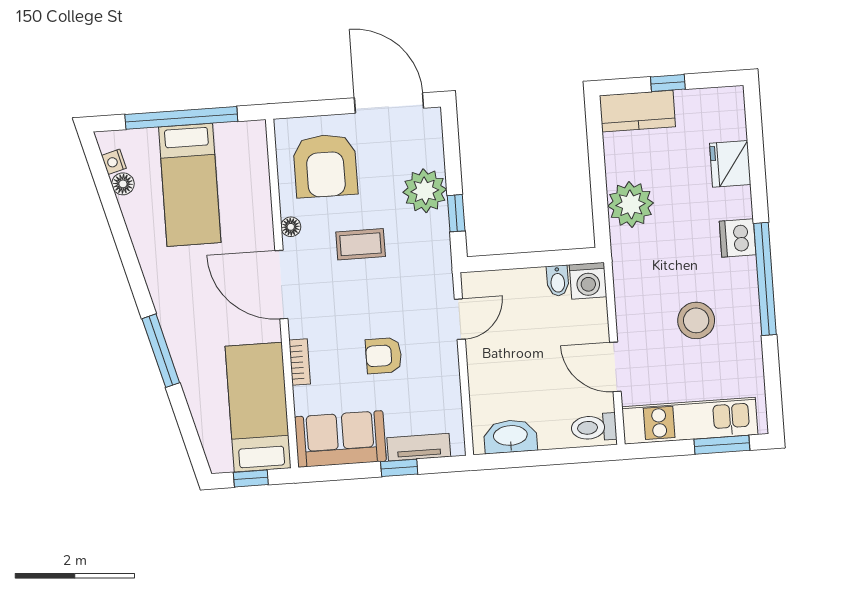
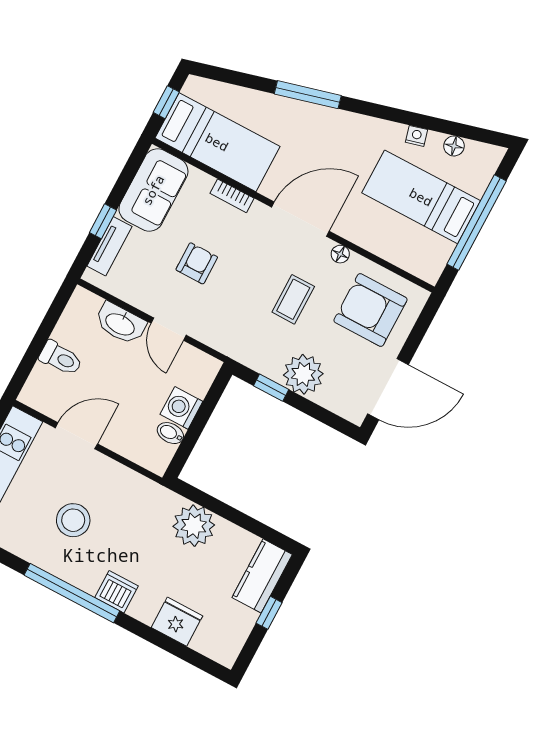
nightstand: (114, 162) -> (416, 136), moved
washing machine: (588, 281) -> (181, 408), moved
door: (460, 319) -> (169, 329), moved
toilet: (594, 427) -> (61, 358), moved, turned 90
washbasin: (510, 436) -> (120, 324), moved, turned 90

